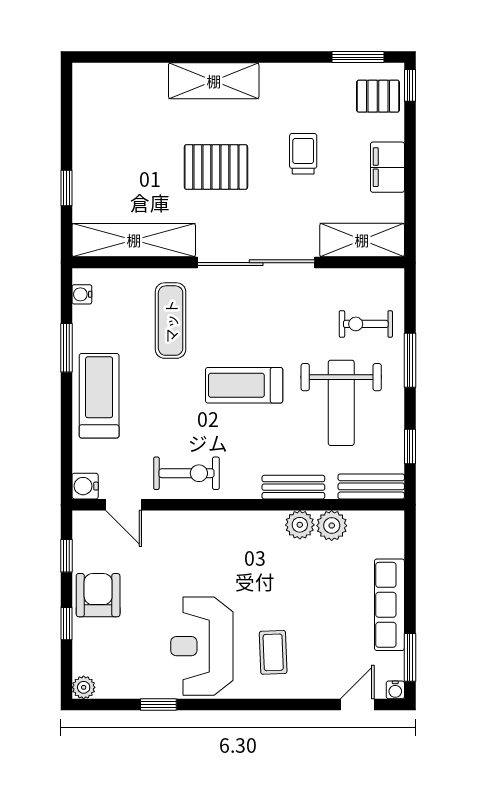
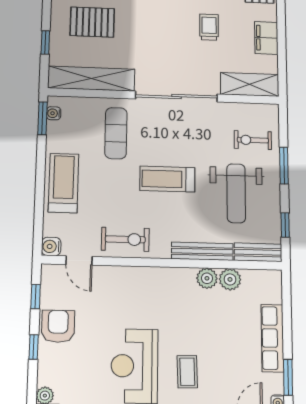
pallet: (216, 167) -> (92, 22), moved
window: (66, 348) -> (42, 118), moved
bench: (293, 487) -> (202, 251), width x1.36

